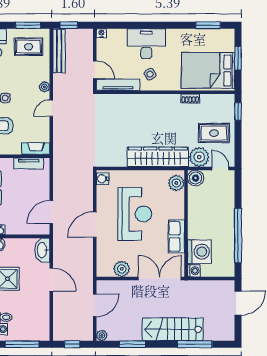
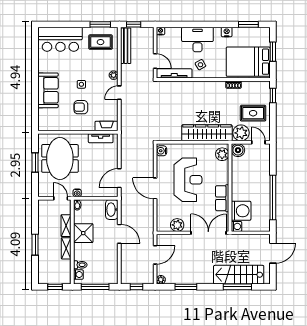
nightstand: (182, 34) -> (227, 32), added
door: (95, 225) -> (155, 188), hinge flipped
stairs: (173, 329) -> (239, 275), moved

